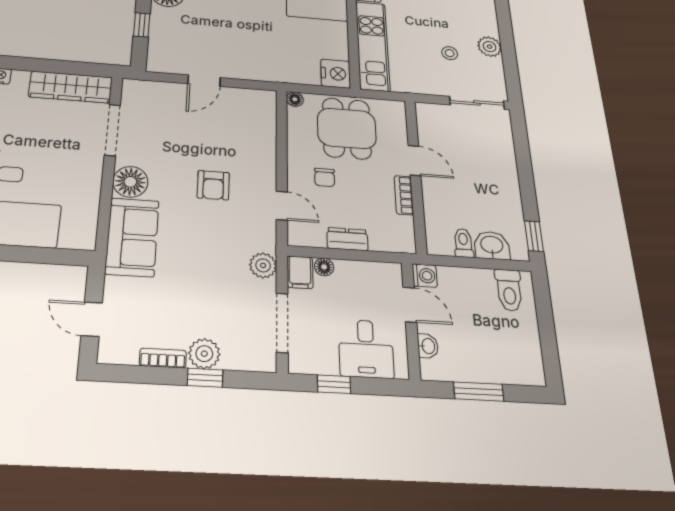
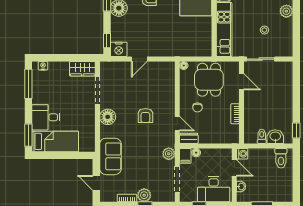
window: (142, 25) -> (107, 41), moved
plant: (490, 47) -> (286, 11), moved
nightstand: (336, 74) -> (119, 49), moved, turned 90
wardrobe: (71, 87) -> (82, 69), width x0.67
sliding door: (477, 103) -> (261, 59), moved
door: (414, 160) -> (241, 82), moved
sofa: (132, 237) -> (110, 156), moved
dresser: (347, 239) -> (189, 138), moved
desk: (366, 349) -> (214, 189), width x1.37

